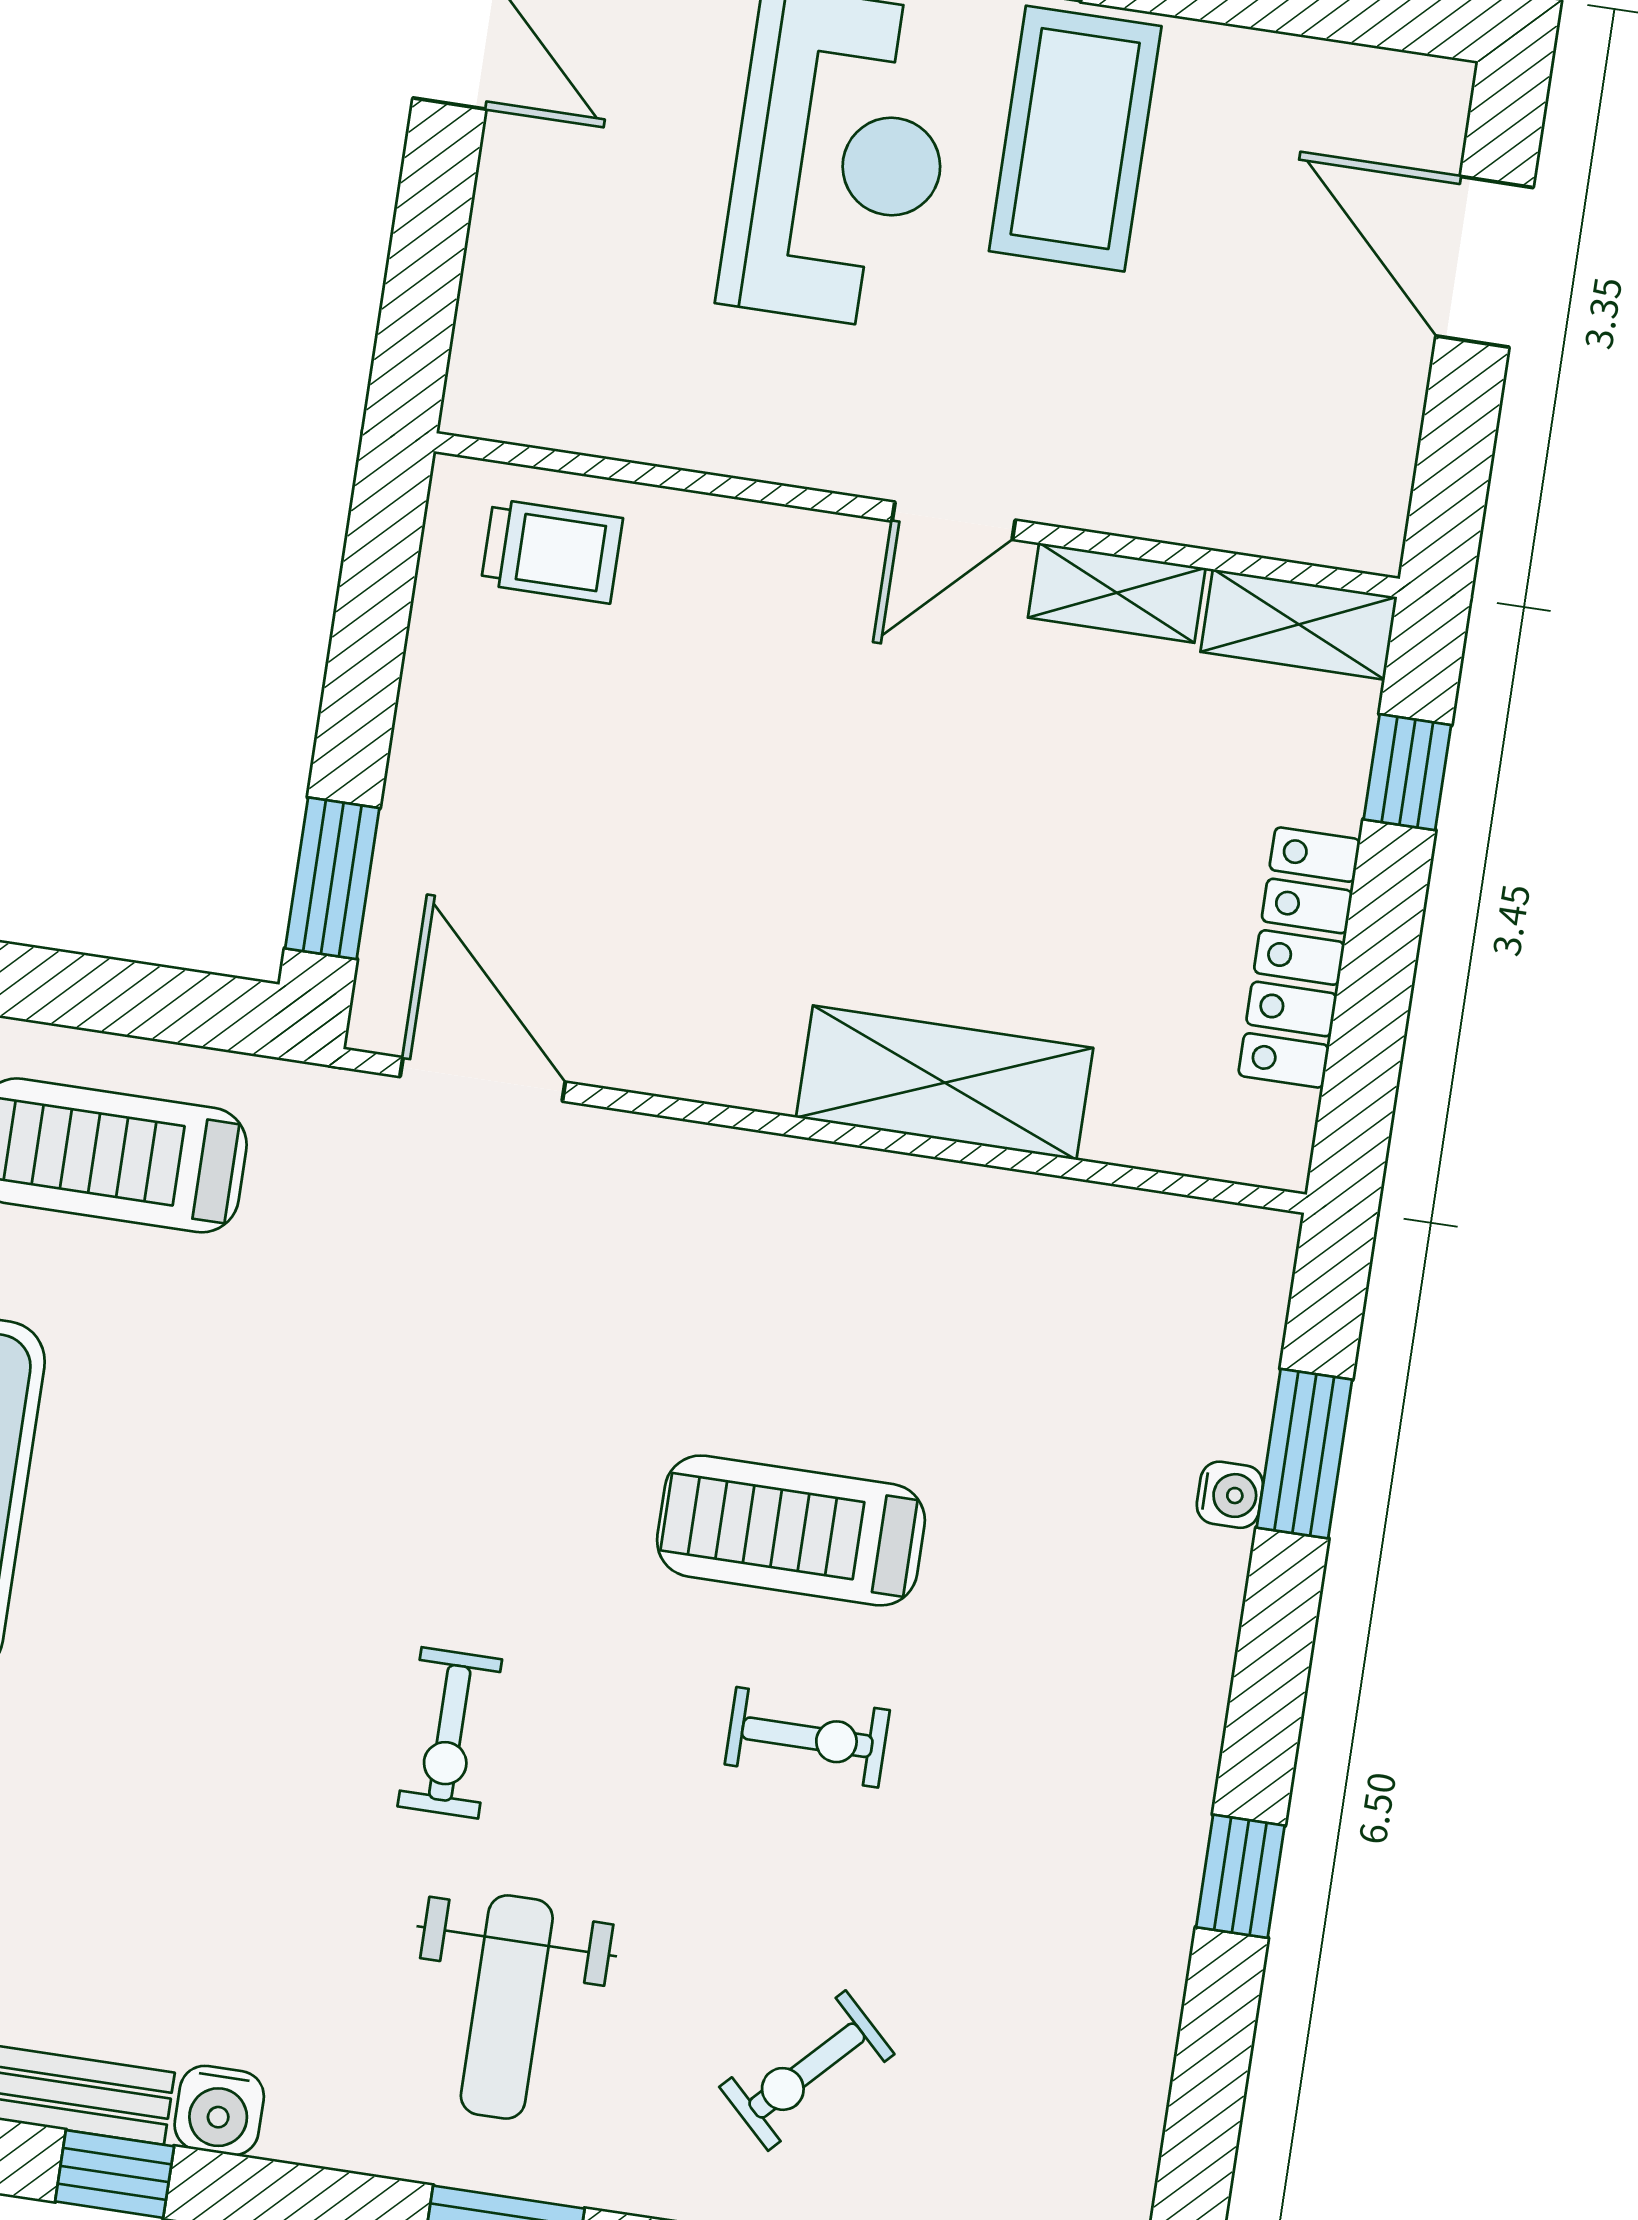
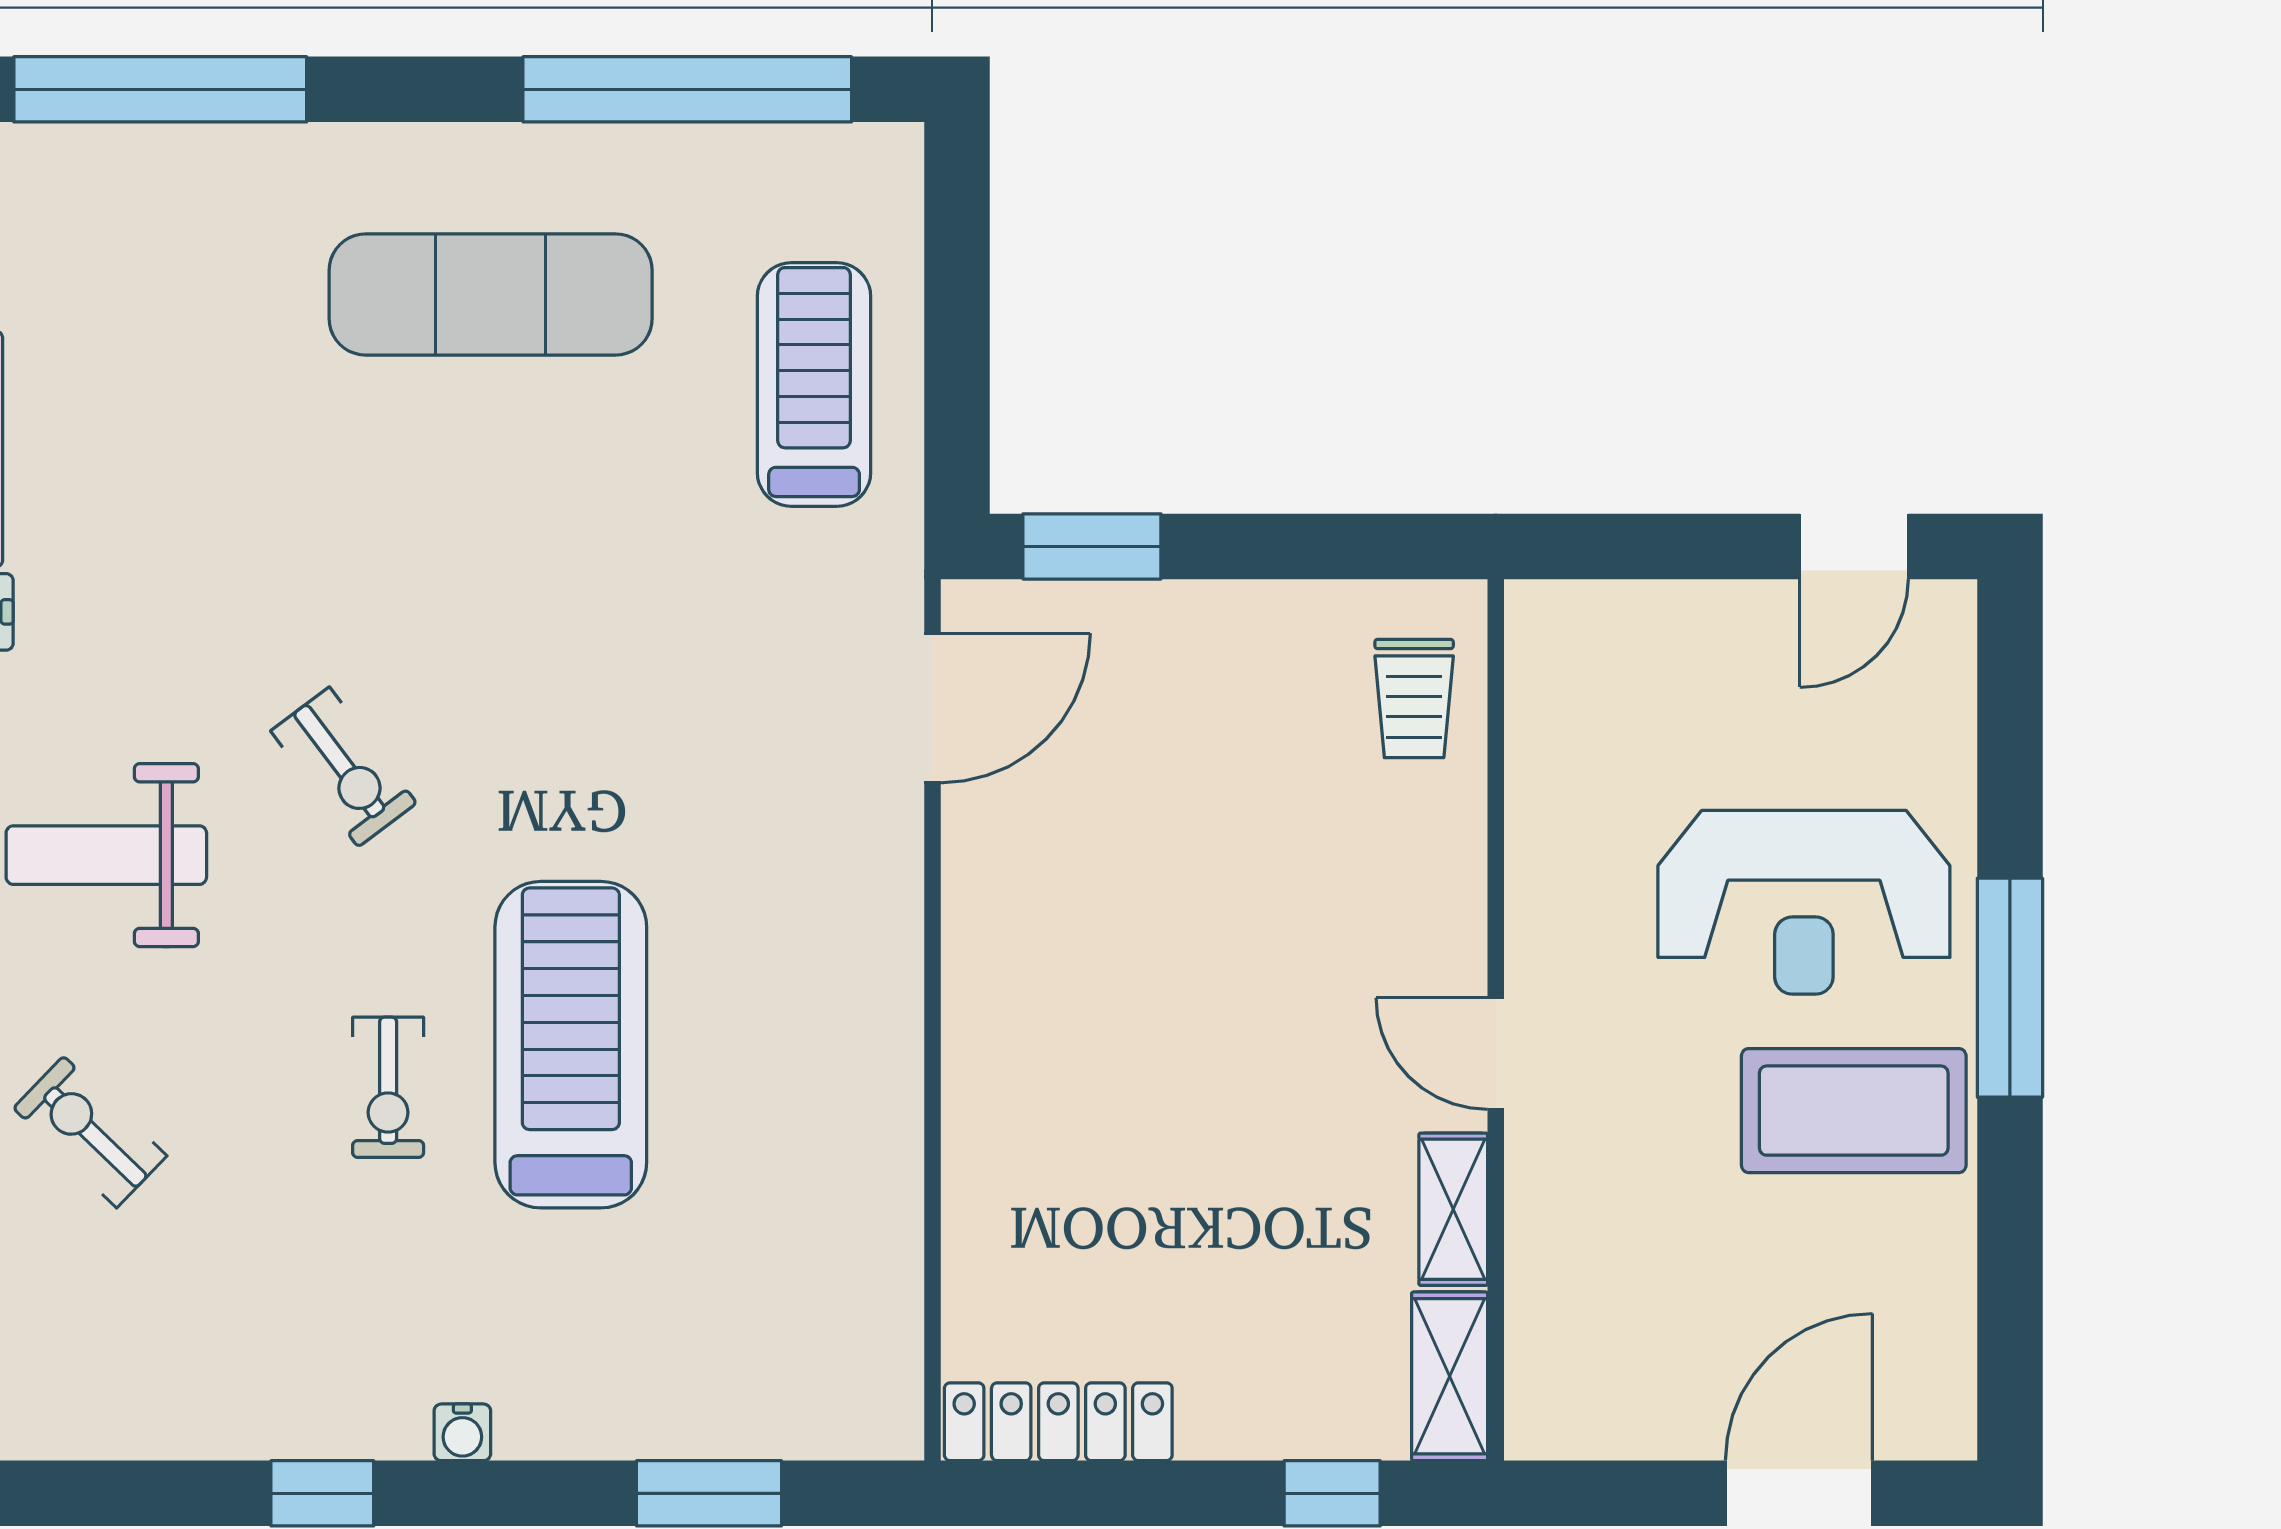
locker: (1299, 957) -> (1058, 1422), moved
shelving: (945, 1083) -> (992, 1121), removed
water cooler: (1230, 1495) -> (462, 1432), moved
treadmill: (791, 1530) -> (571, 1045), width x1.37, depth x1.38
exercise bike: (450, 1733) -> (344, 767), turned -127

